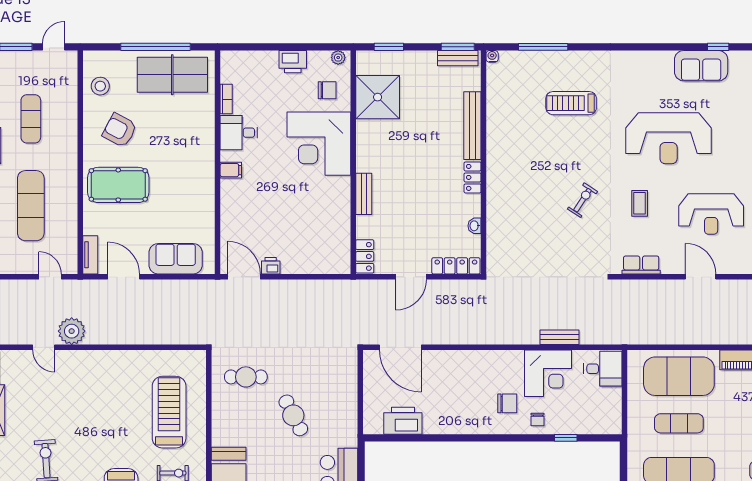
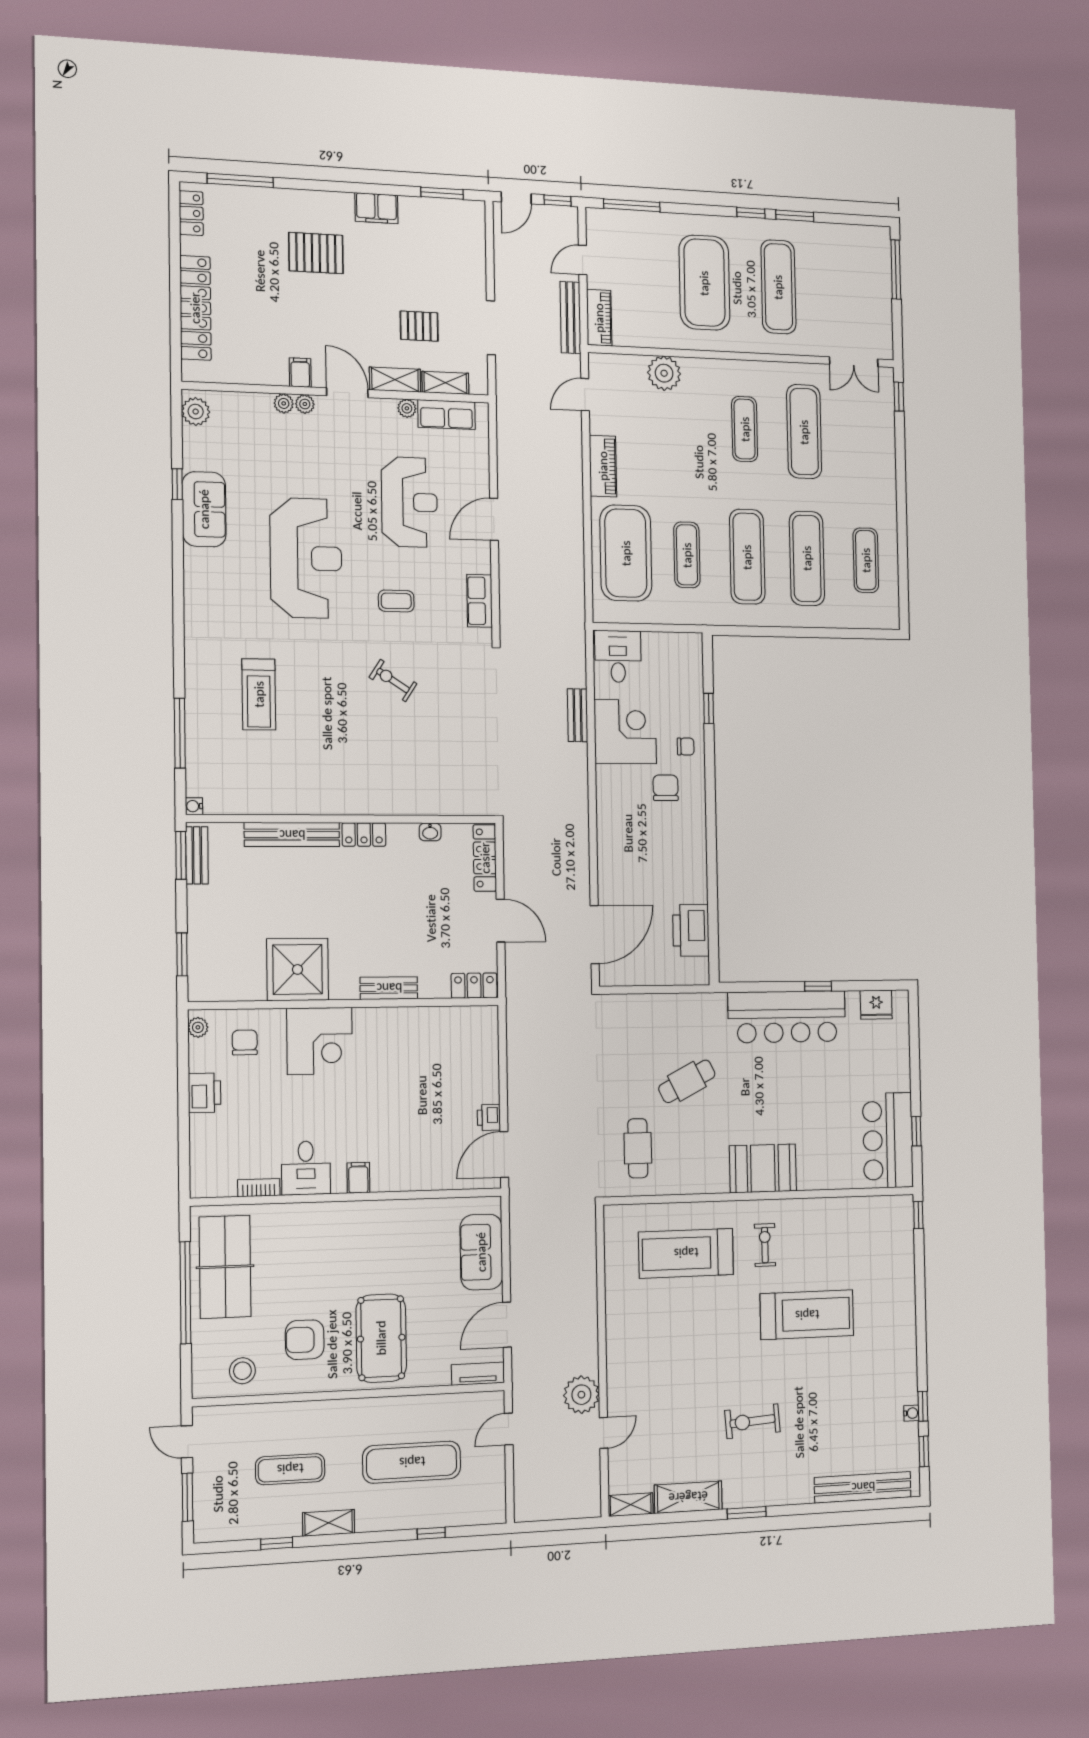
shower: (378, 97) -> (298, 969), moved
armchair: (120, 130) -> (305, 1340), turned 62
corner desk: (319, 144) -> (320, 1041), width x0.74, depth x0.74

